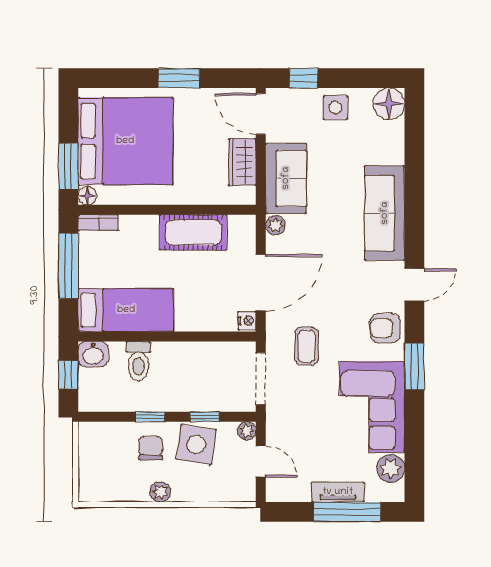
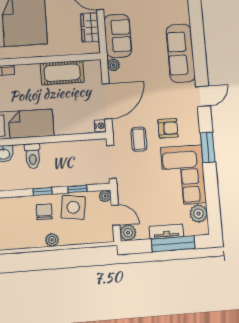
armchair: (385, 328) -> (168, 128), moved, turned 180
plant: (278, 490) -> (128, 233), added

